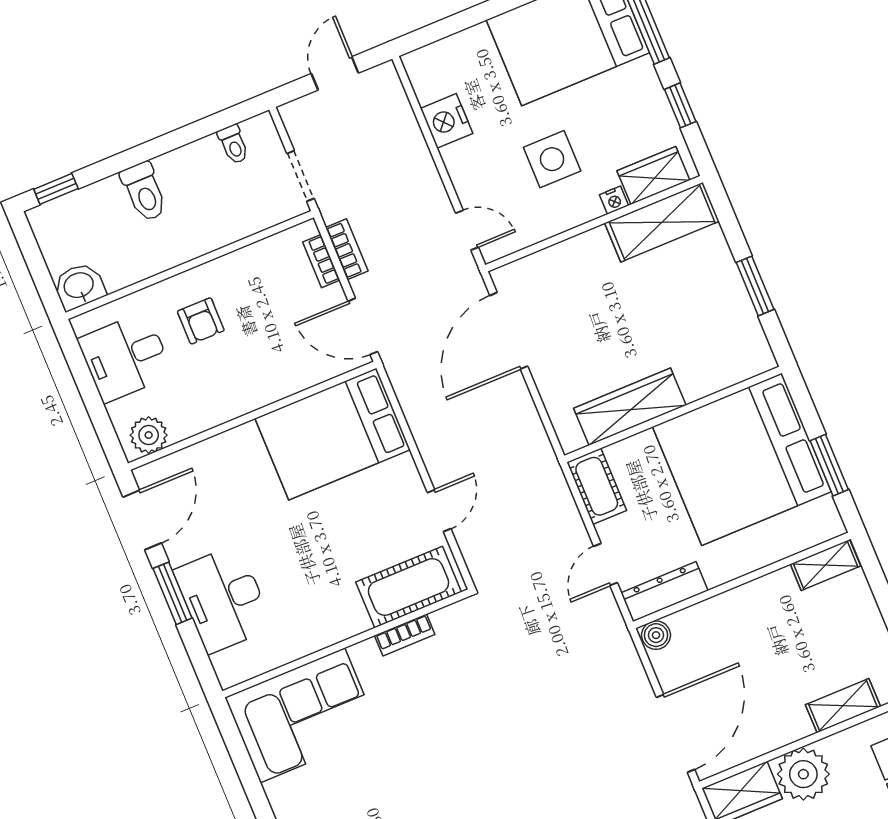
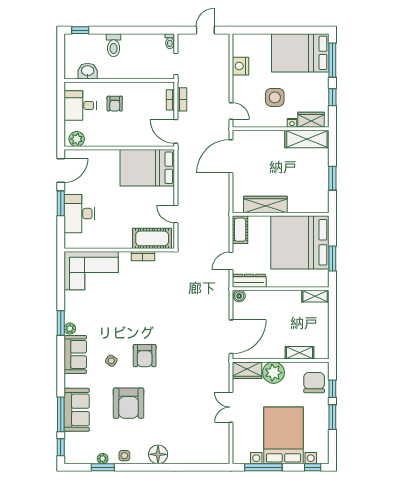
toilet: (233, 144) -> (170, 41), moved
washbasin: (79, 286) -> (88, 71), moved
door: (439, 511) -> (176, 214), swing flipped

